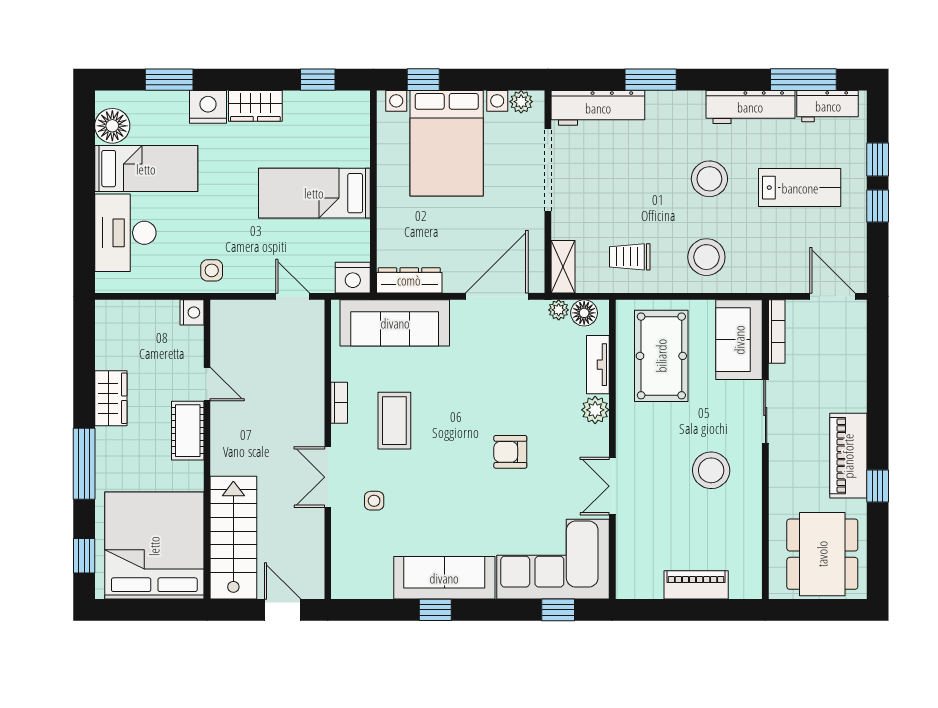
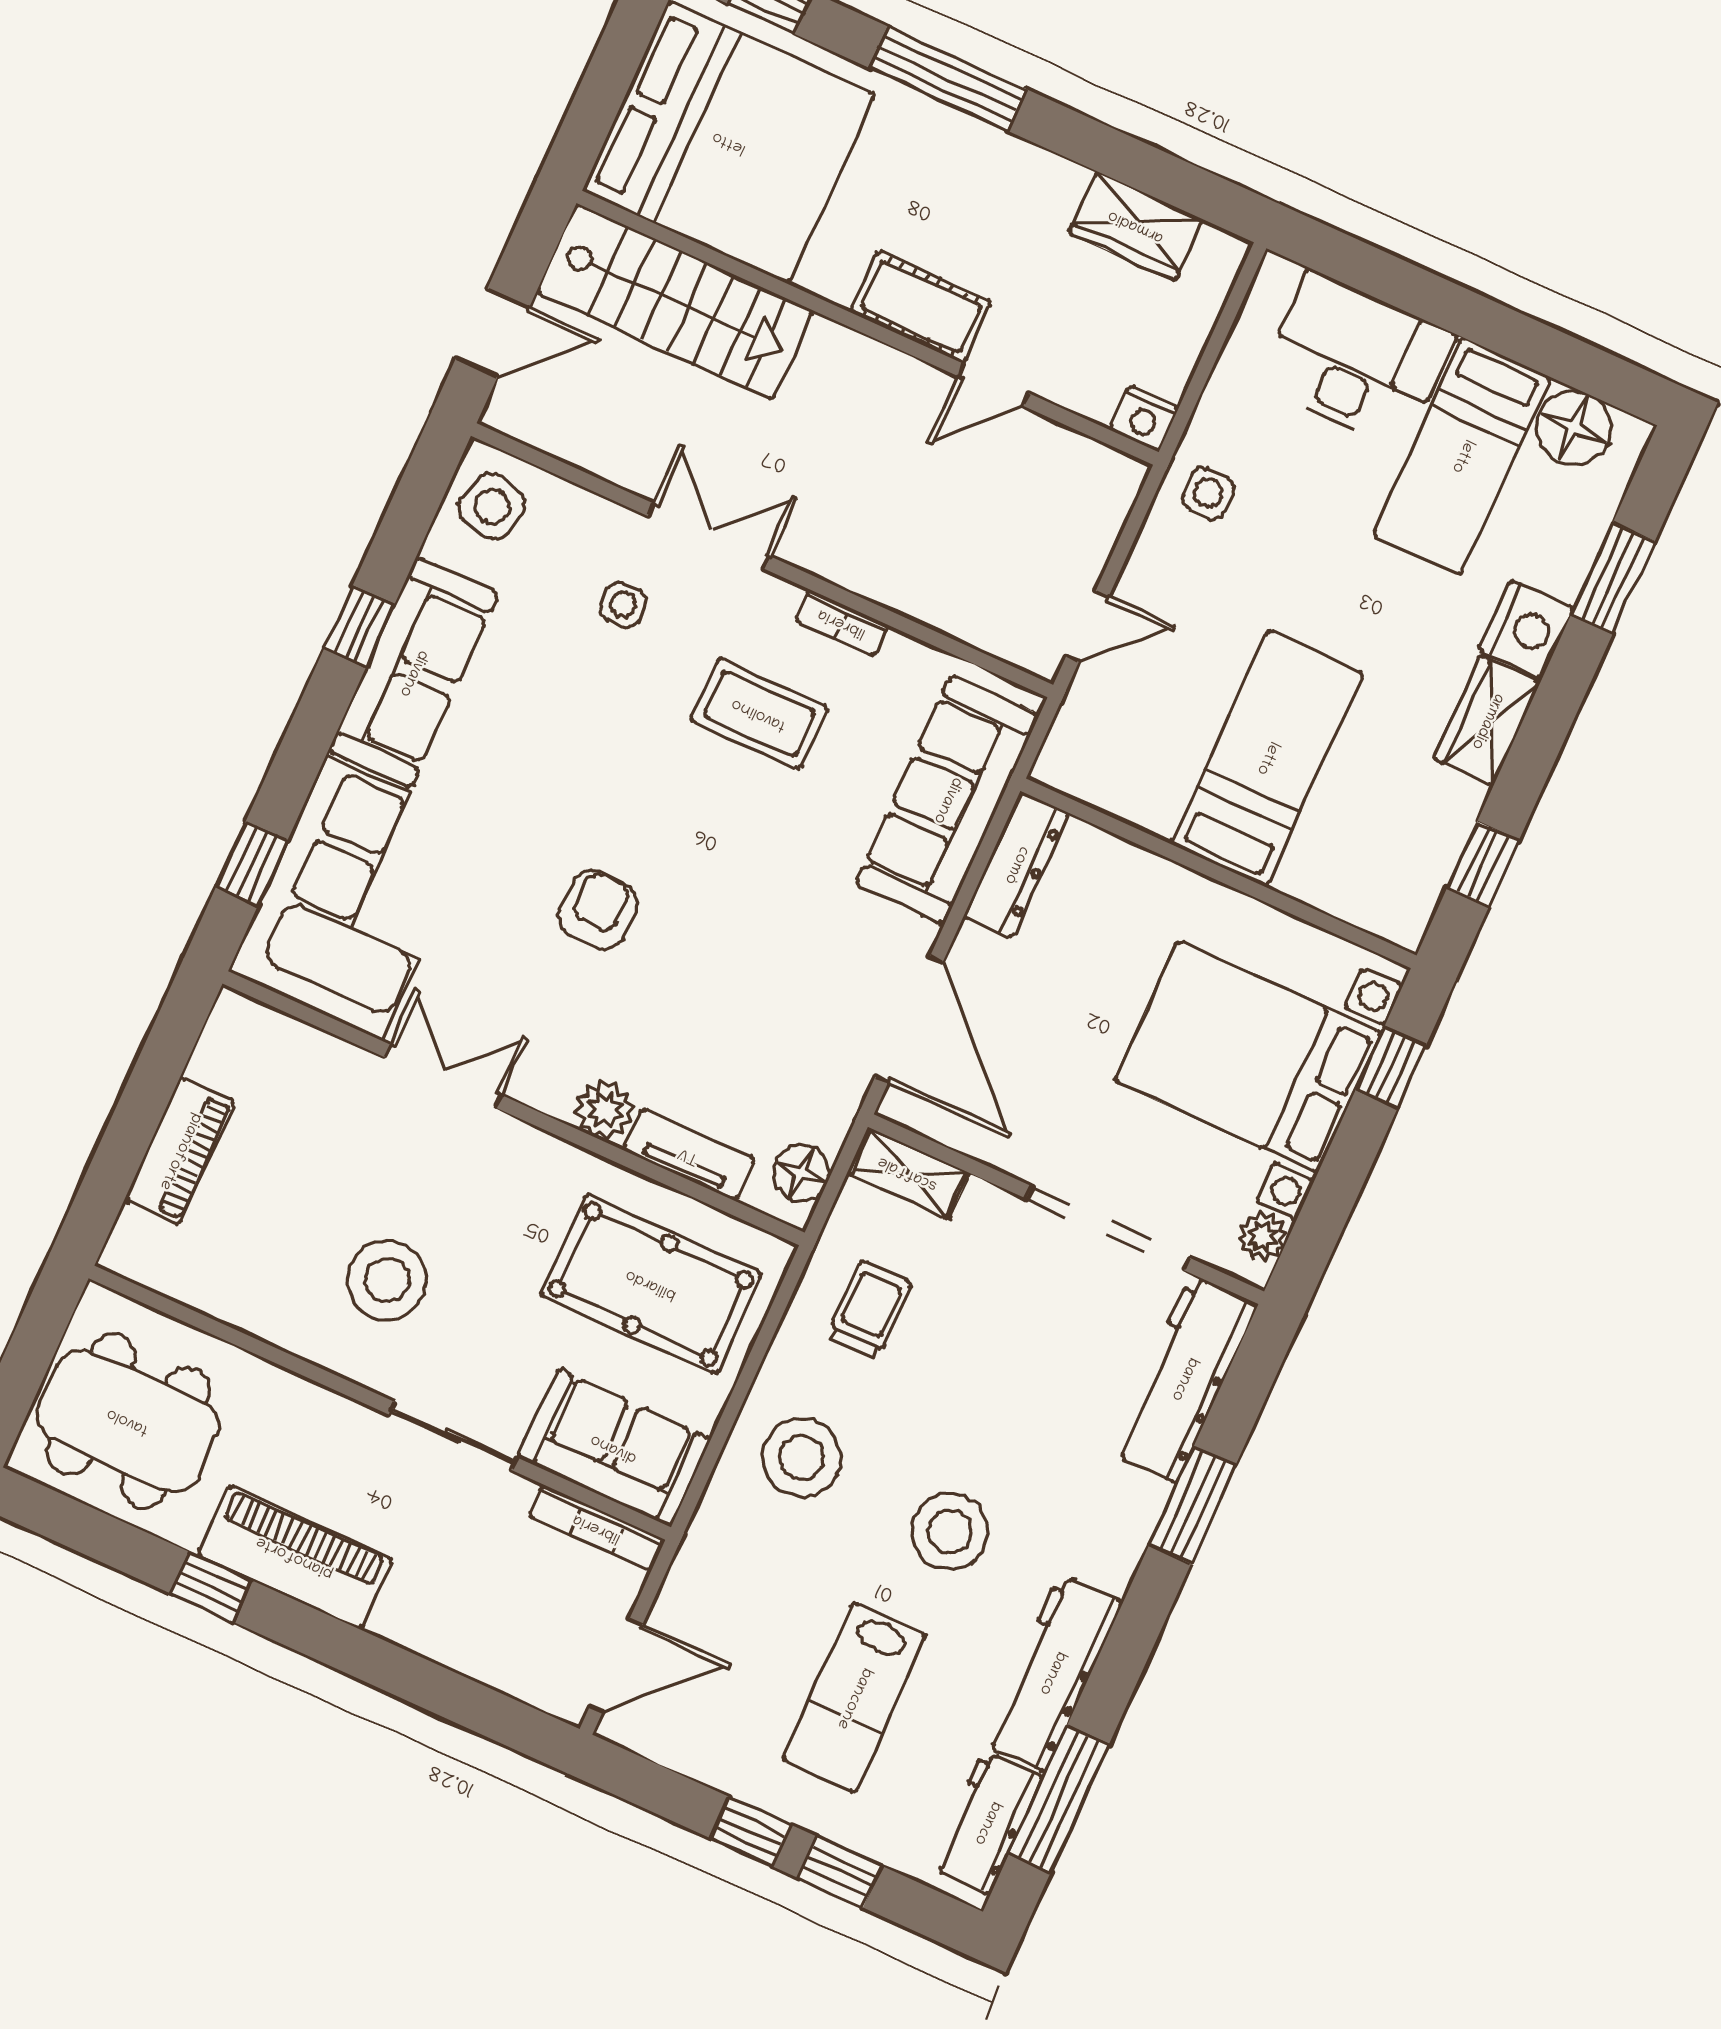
nightstand: (353, 278) -> (1071, 759), removed
plant: (559, 310) -> (829, 1127), removed
wardrobe: (111, 398) -> (1136, 226), moved
side table: (357, 576) -> (492, 506), added

